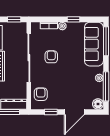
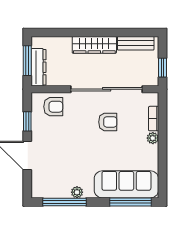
window: (74, 19) -> (162, 155), removed
floor lamp: (98, 104) -> (39, 190), removed

